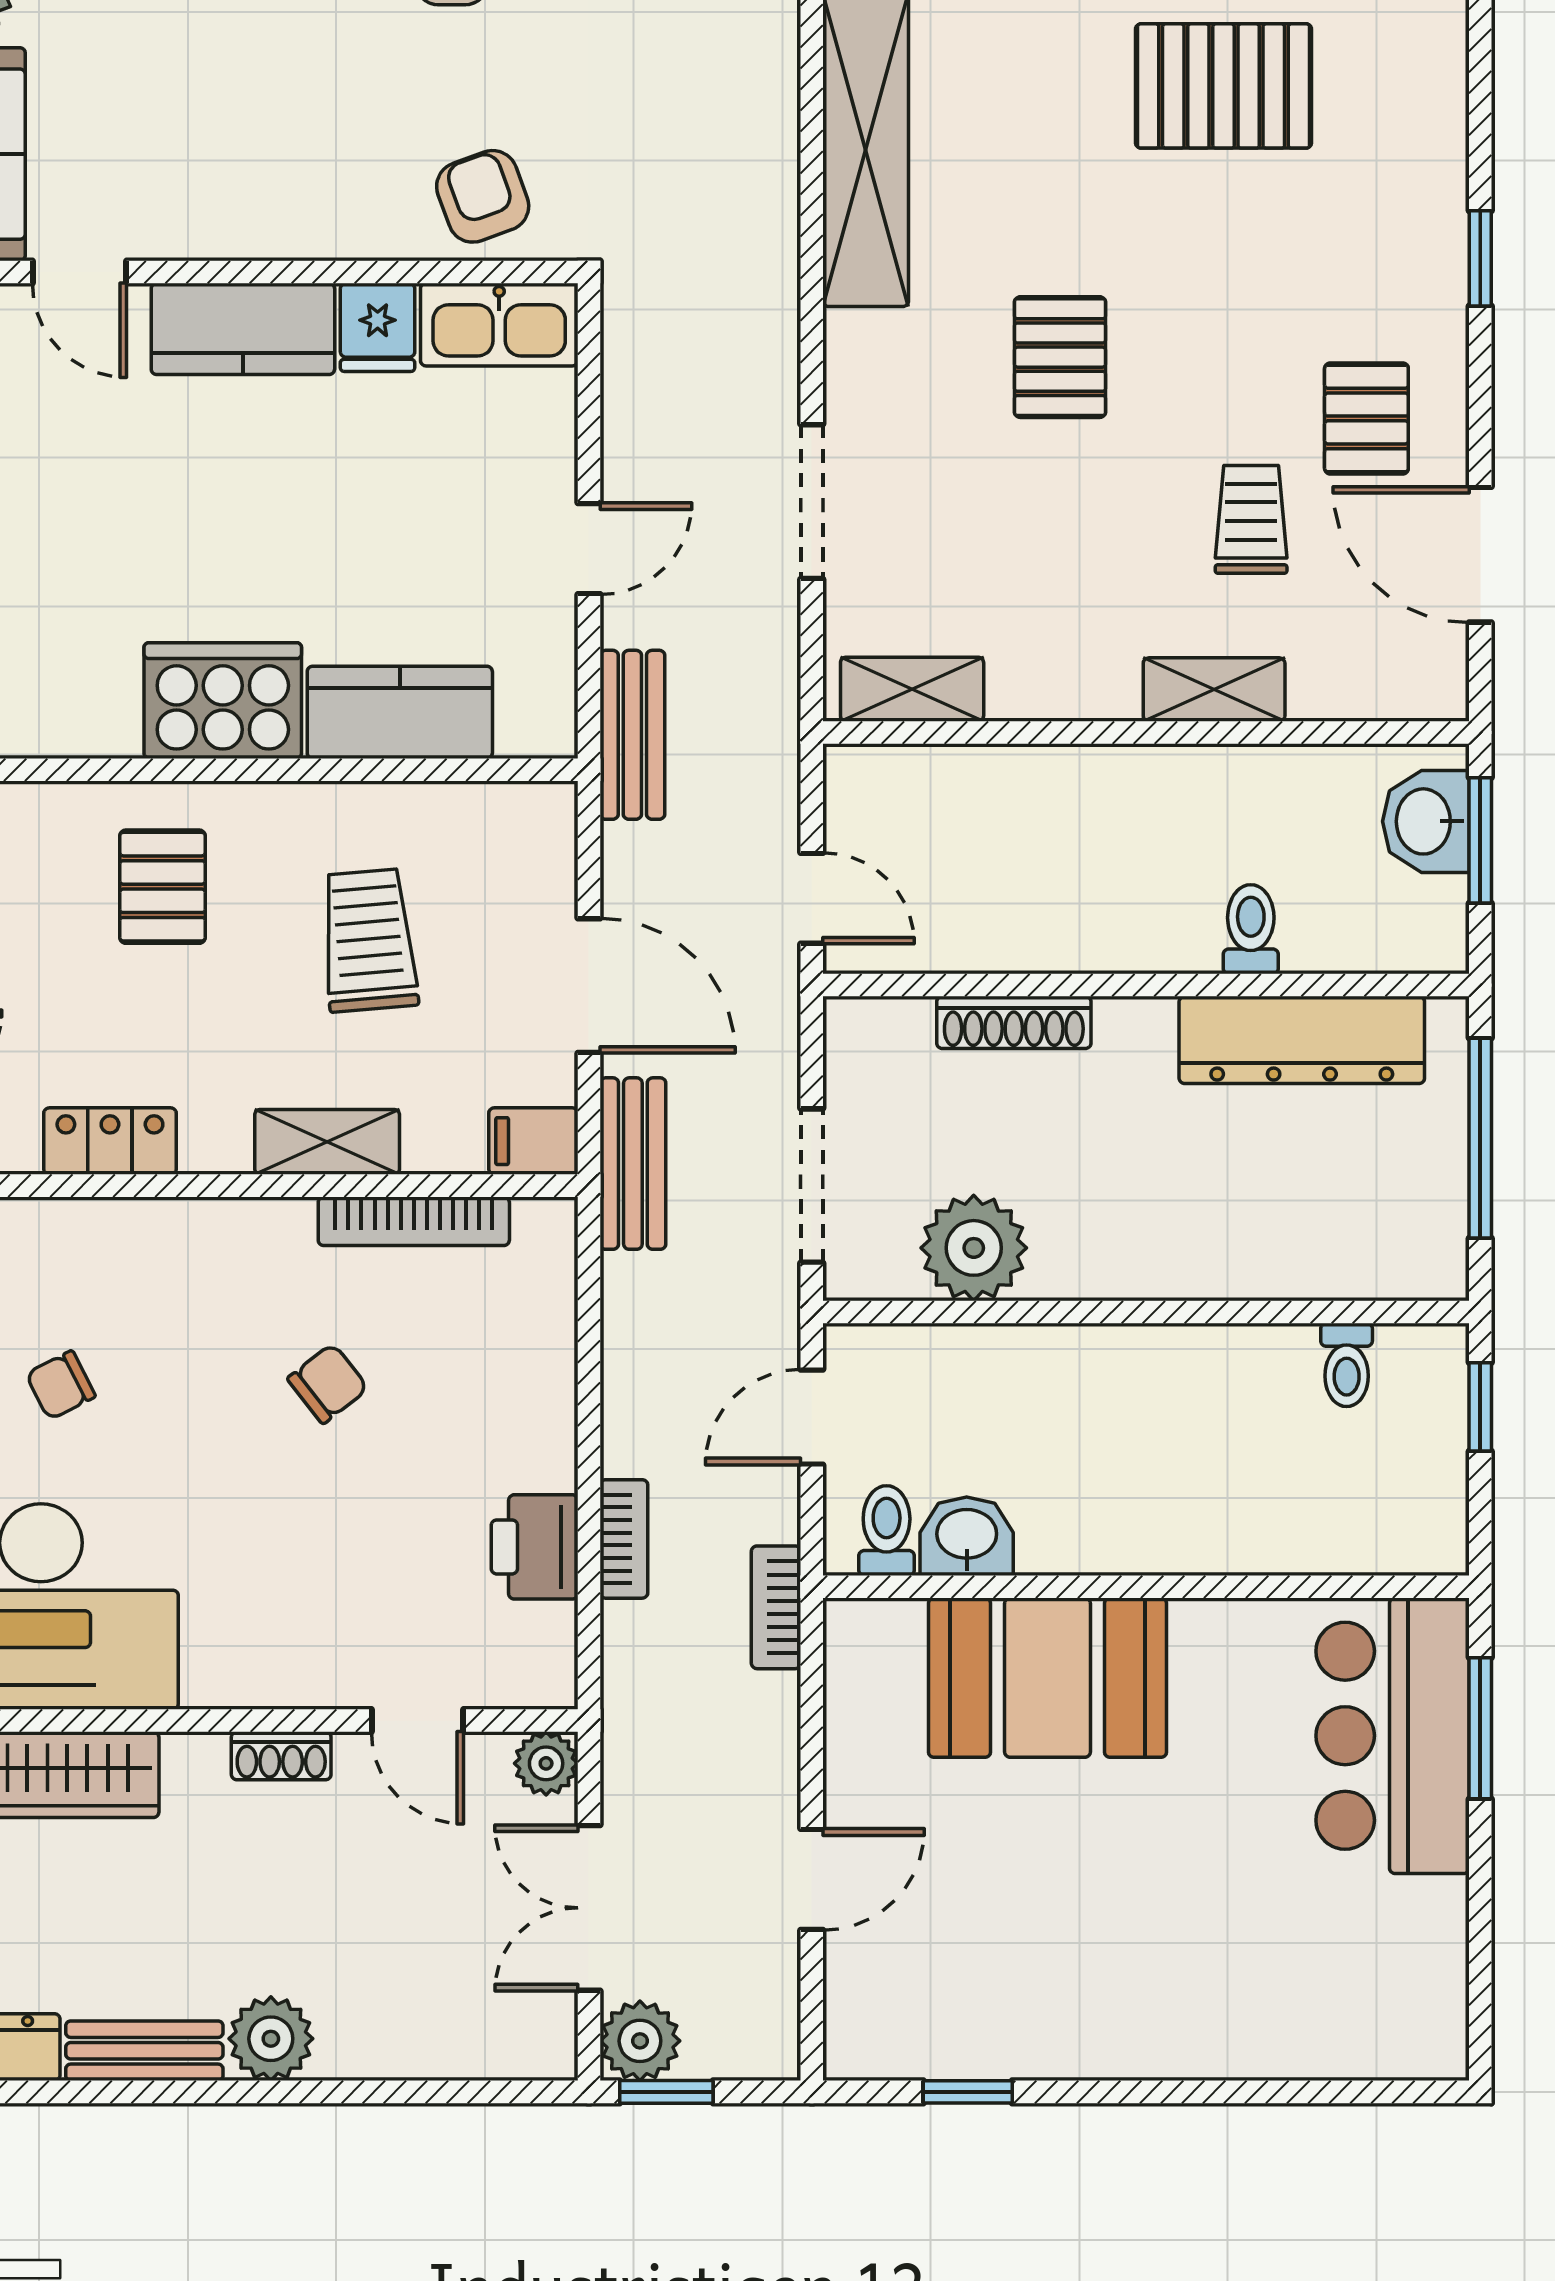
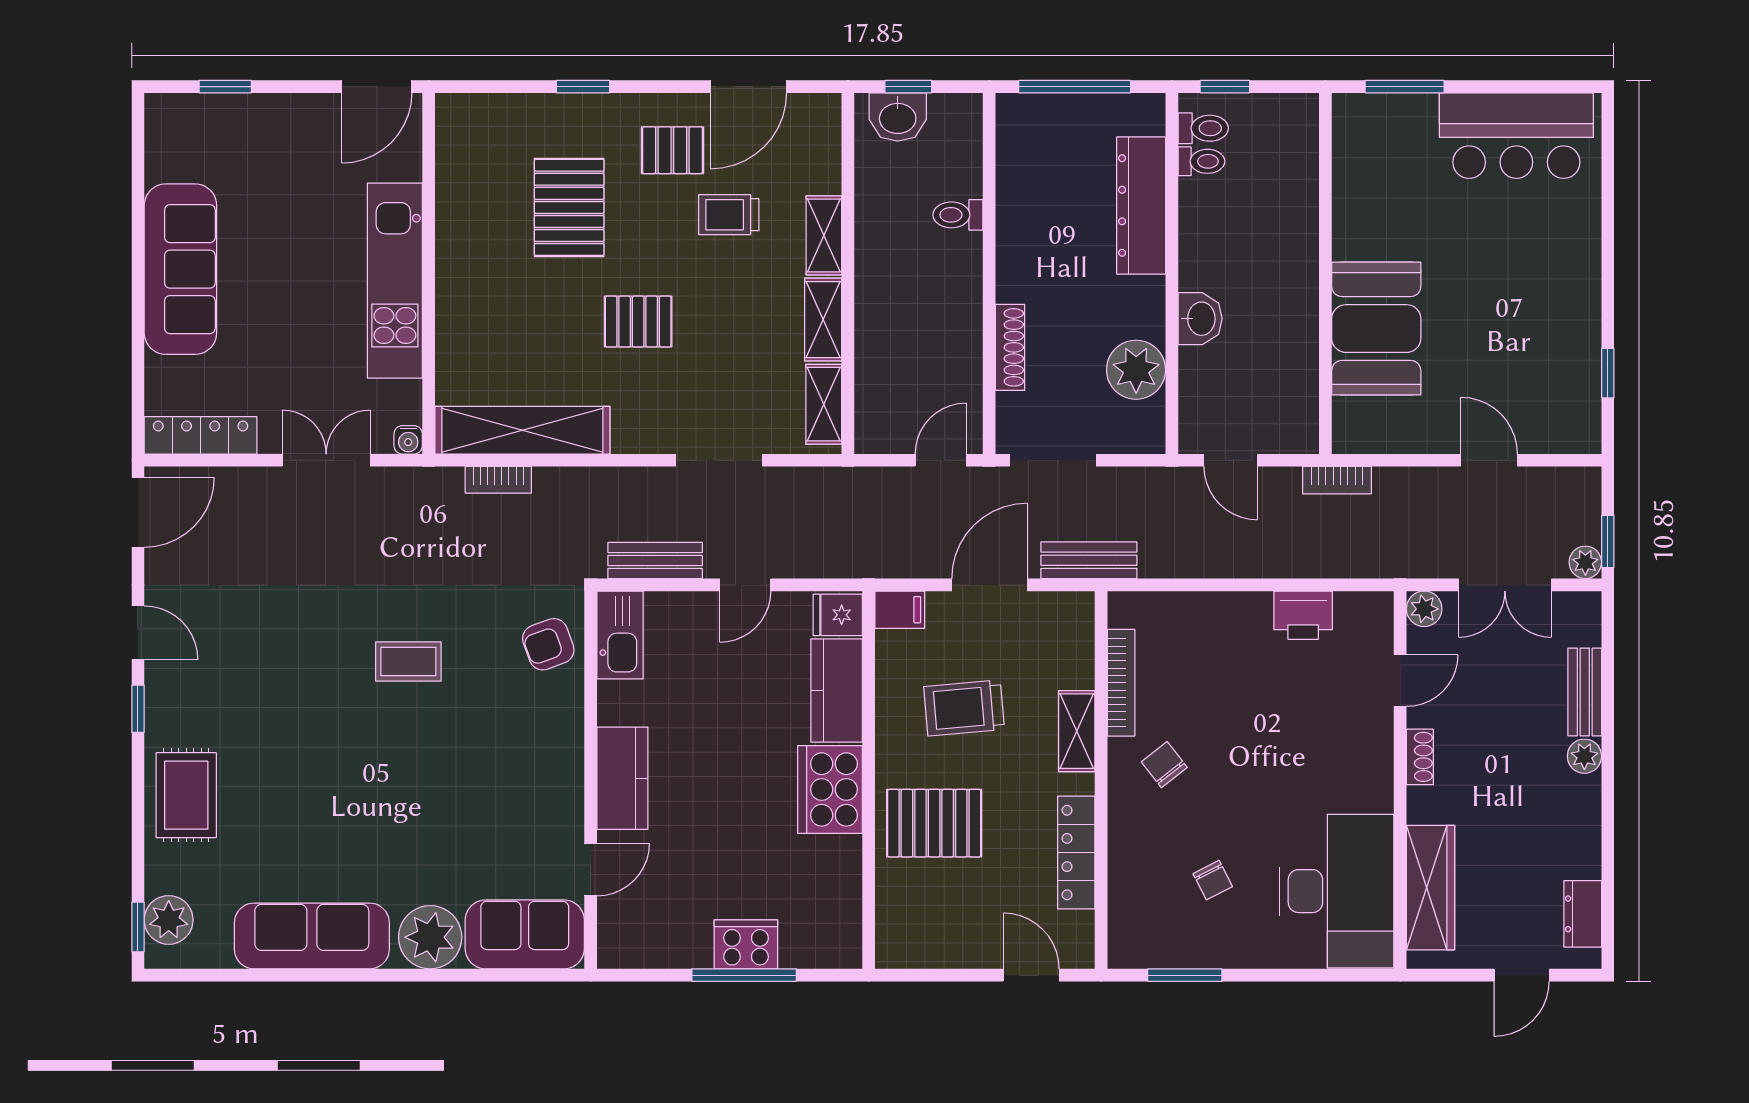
pallet: (1224, 86) -> (569, 207), moved
fridge: (378, 327) -> (838, 615), moved, turned 180
door: (589, 549) -> (745, 585), swing flipped
shelving: (1063, 688) -> (823, 320), added
bench: (632, 735) -> (655, 561), moved
window: (1480, 840) -> (908, 87), width x0.67
pallet: (162, 887) -> (934, 823), width x1.50, depth x1.42
dresser: (1302, 1040) -> (1141, 206), moved, turned 180
locker: (110, 1141) -> (1076, 853), width x1.53
filing cabinet: (533, 1141) -> (900, 610), moved, turned -90
doorway: (812, 1186) -> (1053, 460), moved
chair: (328, 1384) -> (1164, 765), moved
toilet: (887, 1531) -> (1203, 128), moved, turned 180
washbasin: (967, 1536) -> (1200, 319), moved, turned 180
bookcase: (624, 1539) -> (498, 480), moved, turned 180
bar counter: (1393, 1736) -> (1516, 136), moved
plant: (271, 2039) -> (1584, 756), width x0.73, depth x0.73
plant: (640, 2041) -> (1585, 562), width x0.73, depth x0.73
bench: (144, 2051) -> (1585, 692), moved

